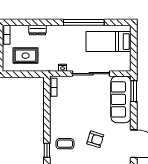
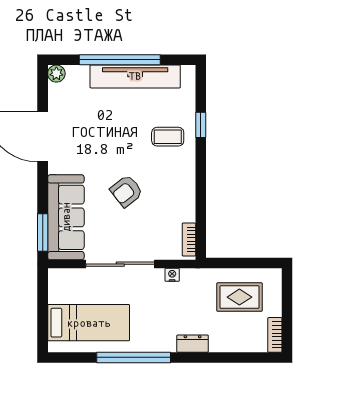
dresser: (38, 30) -> (193, 344), moved
armchair: (95, 139) -> (126, 191), moved, turned -55

